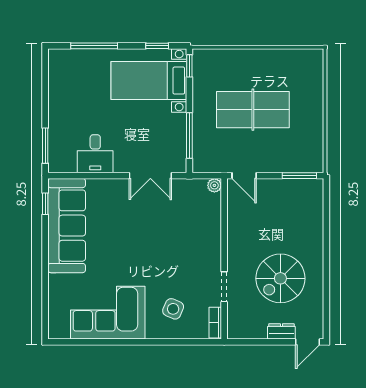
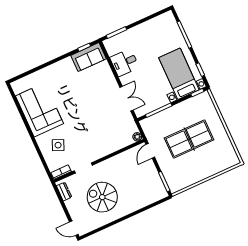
table tennis table: (253, 110) -> (189, 139), turned 90
double door: (150, 176) -> (126, 99), swing flipped
sofa: (67, 226) -> (88, 57), width x0.54, depth x0.79
dresser: (281, 331) -> (64, 191), moved

